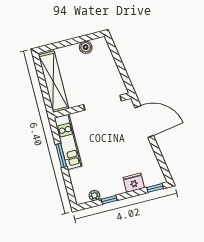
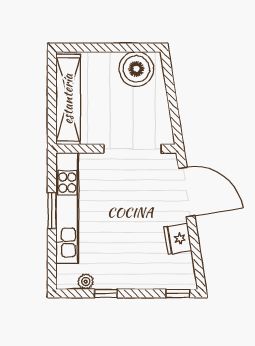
boiler: (86, 47) -> (136, 69), width x1.86, depth x1.86
kitchen unit: (68, 142) -> (67, 208), width x1.36
fridge: (134, 183) -> (178, 239), moved, turned -99

